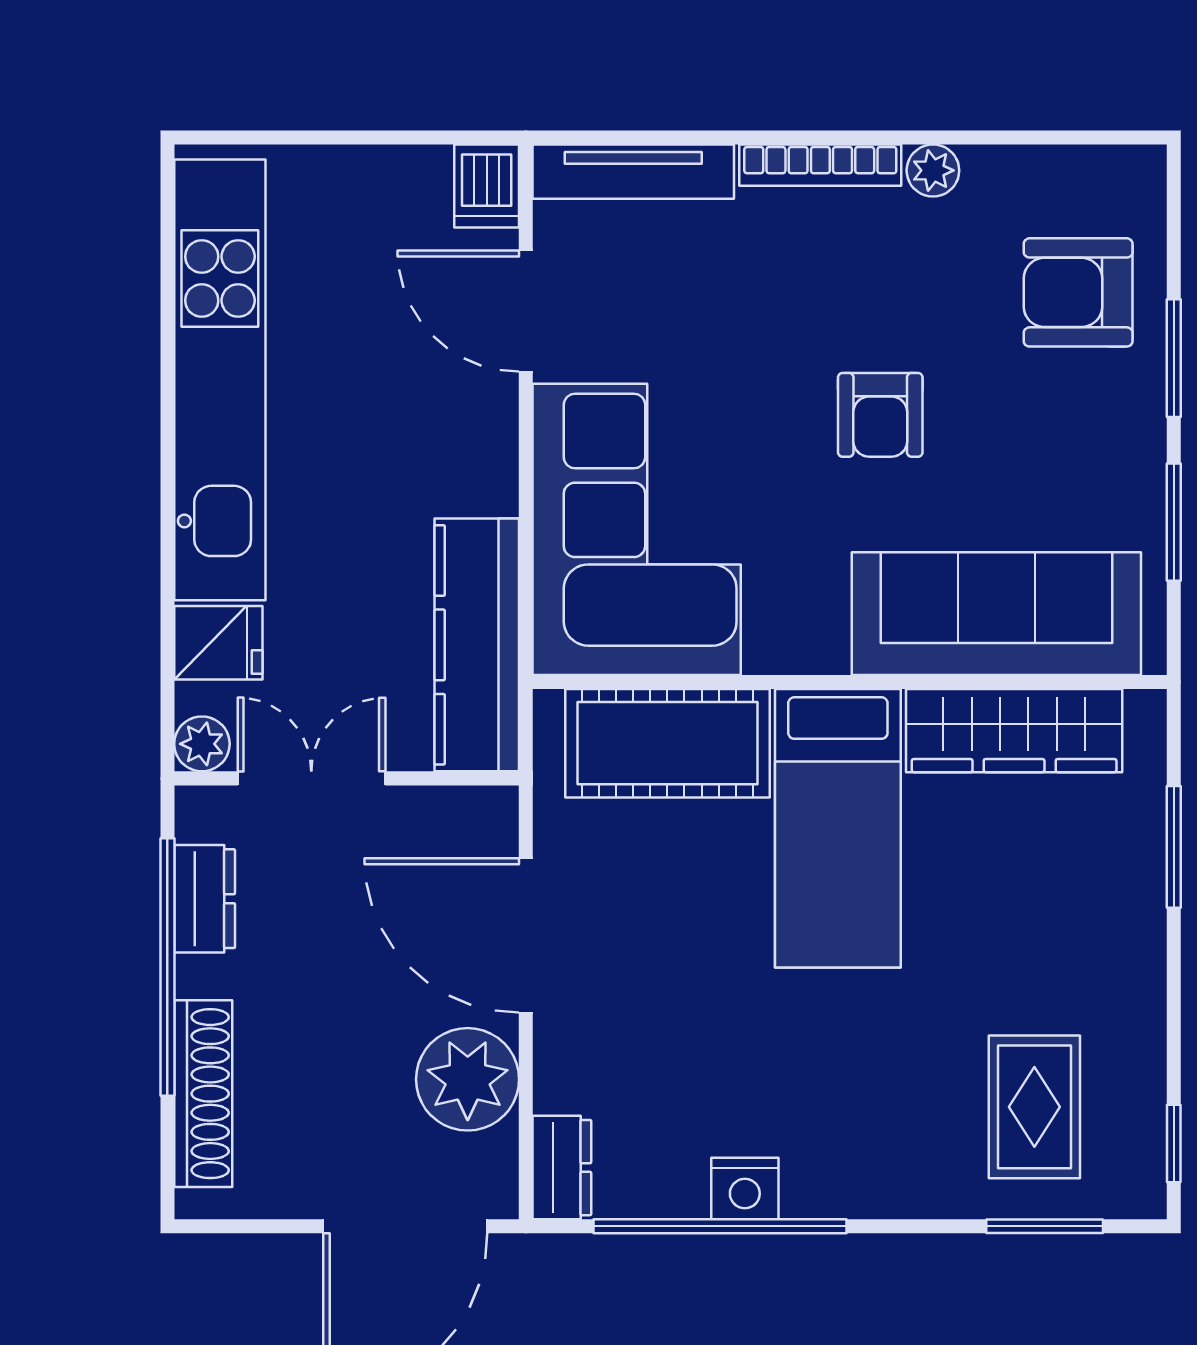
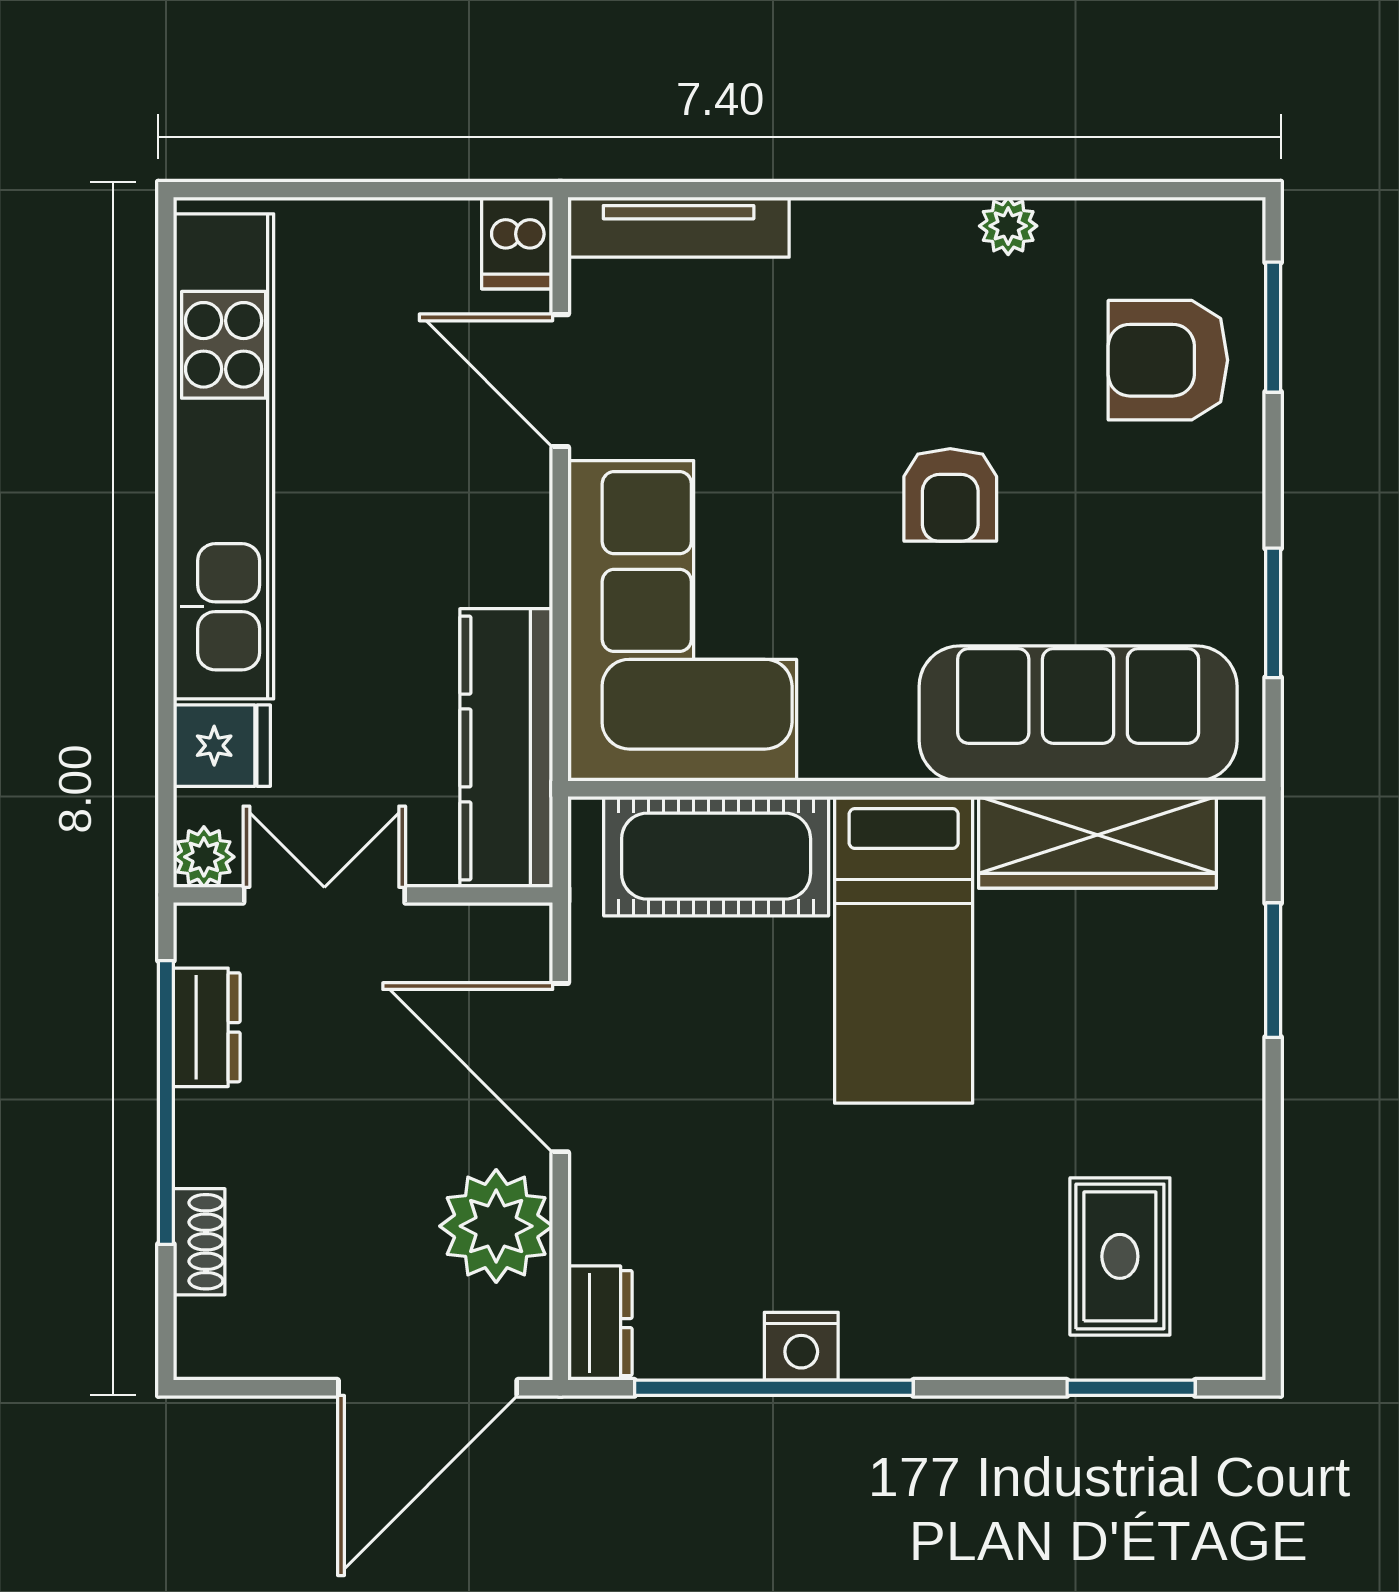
bookcase: (820, 165) -> (884, 220), removed
window: (1174, 358) -> (1273, 327), moved
shoe rack: (203, 1094) -> (199, 1242), width x0.51, depth x0.81
window: (1174, 1144) -> (1273, 1297), removed

